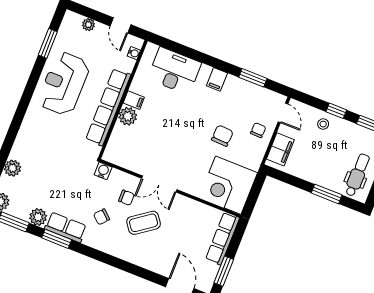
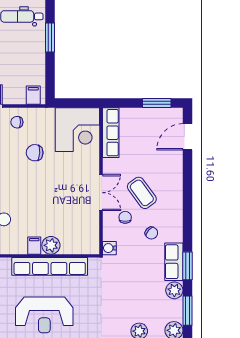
filing cabinet: (280, 149) -> (33, 95), width x0.50
row of seats: (223, 238) -> (111, 133), moved, turned -90

